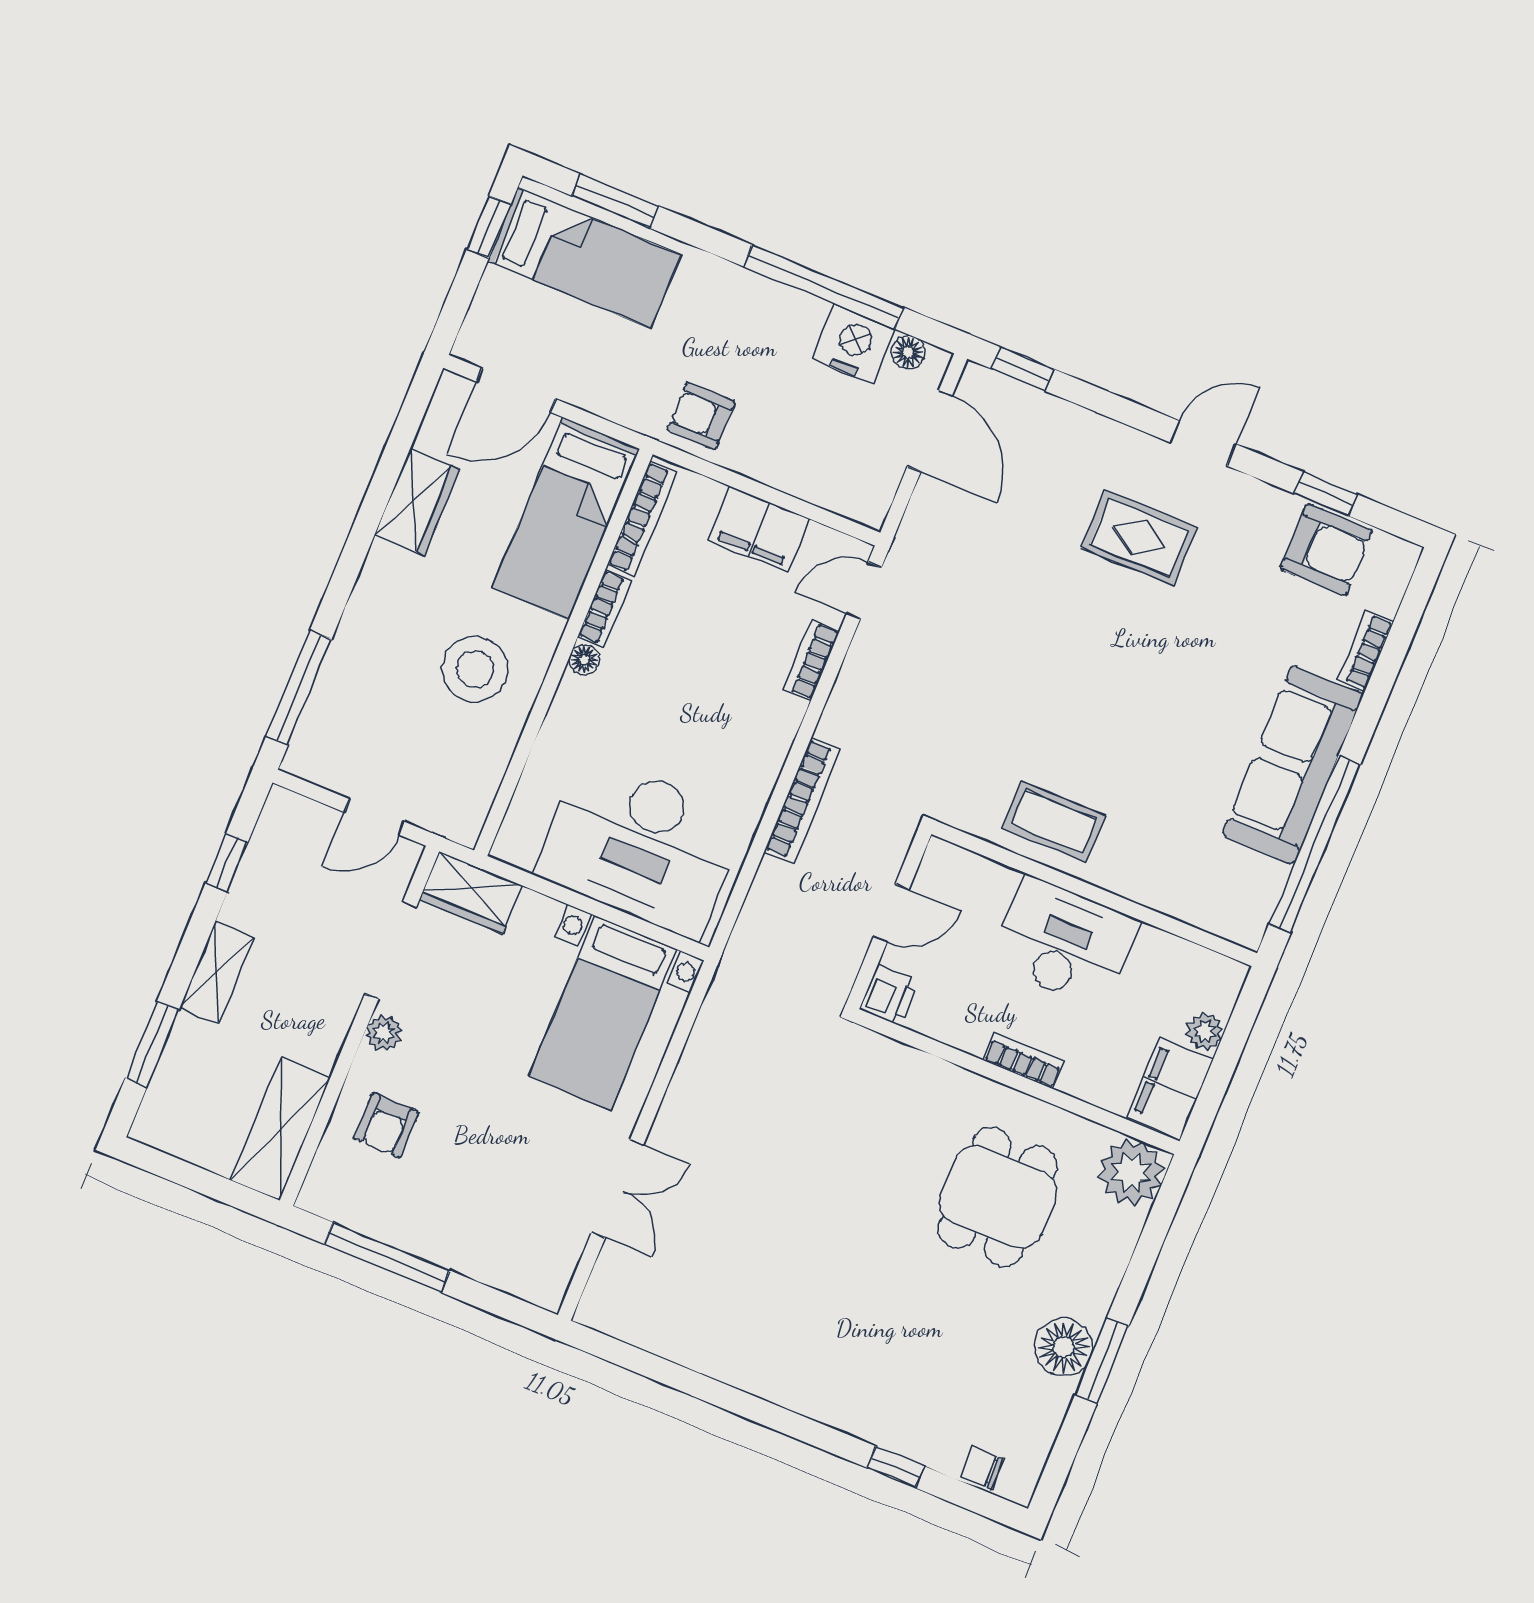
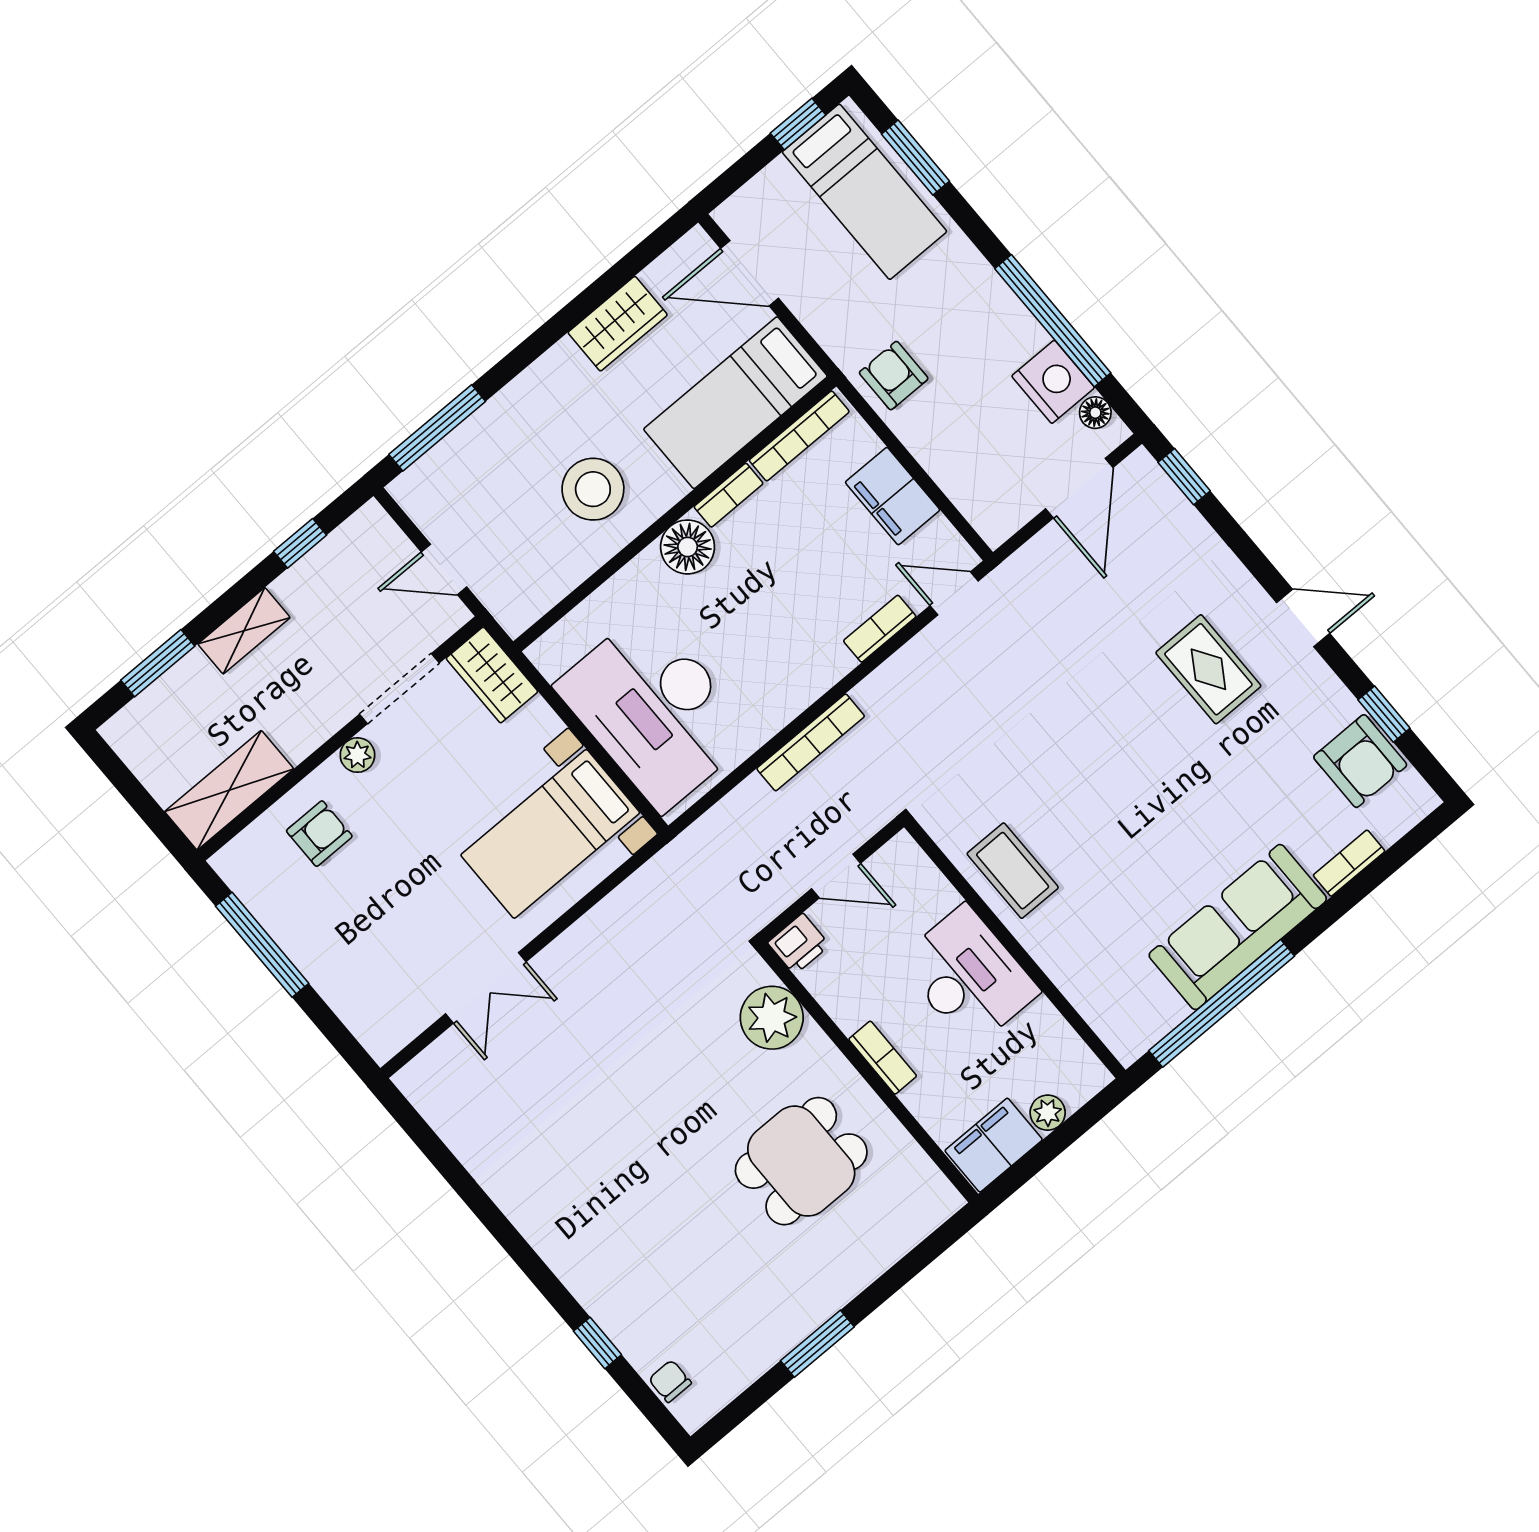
floor lamp: (584, 660) -> (688, 547), width x1.89, depth x1.89
armchair: (386, 1125) -> (319, 834), turned 180
plant: (1131, 1172) -> (772, 1018), moved
floor lamp: (1064, 1347) -> (791, 1316), removed

